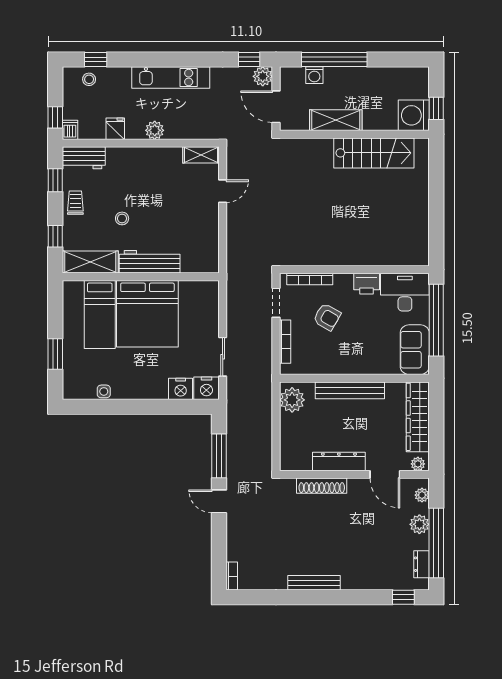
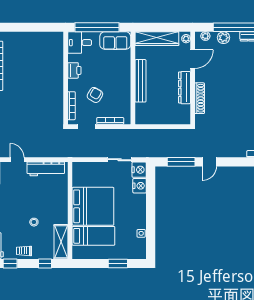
workbench: (150, 262) -> (46, 169), moved, turned -90
desk: (405, 292) -> (80, 43), width x0.73
plant: (292, 400) -> (146, 117), removed

